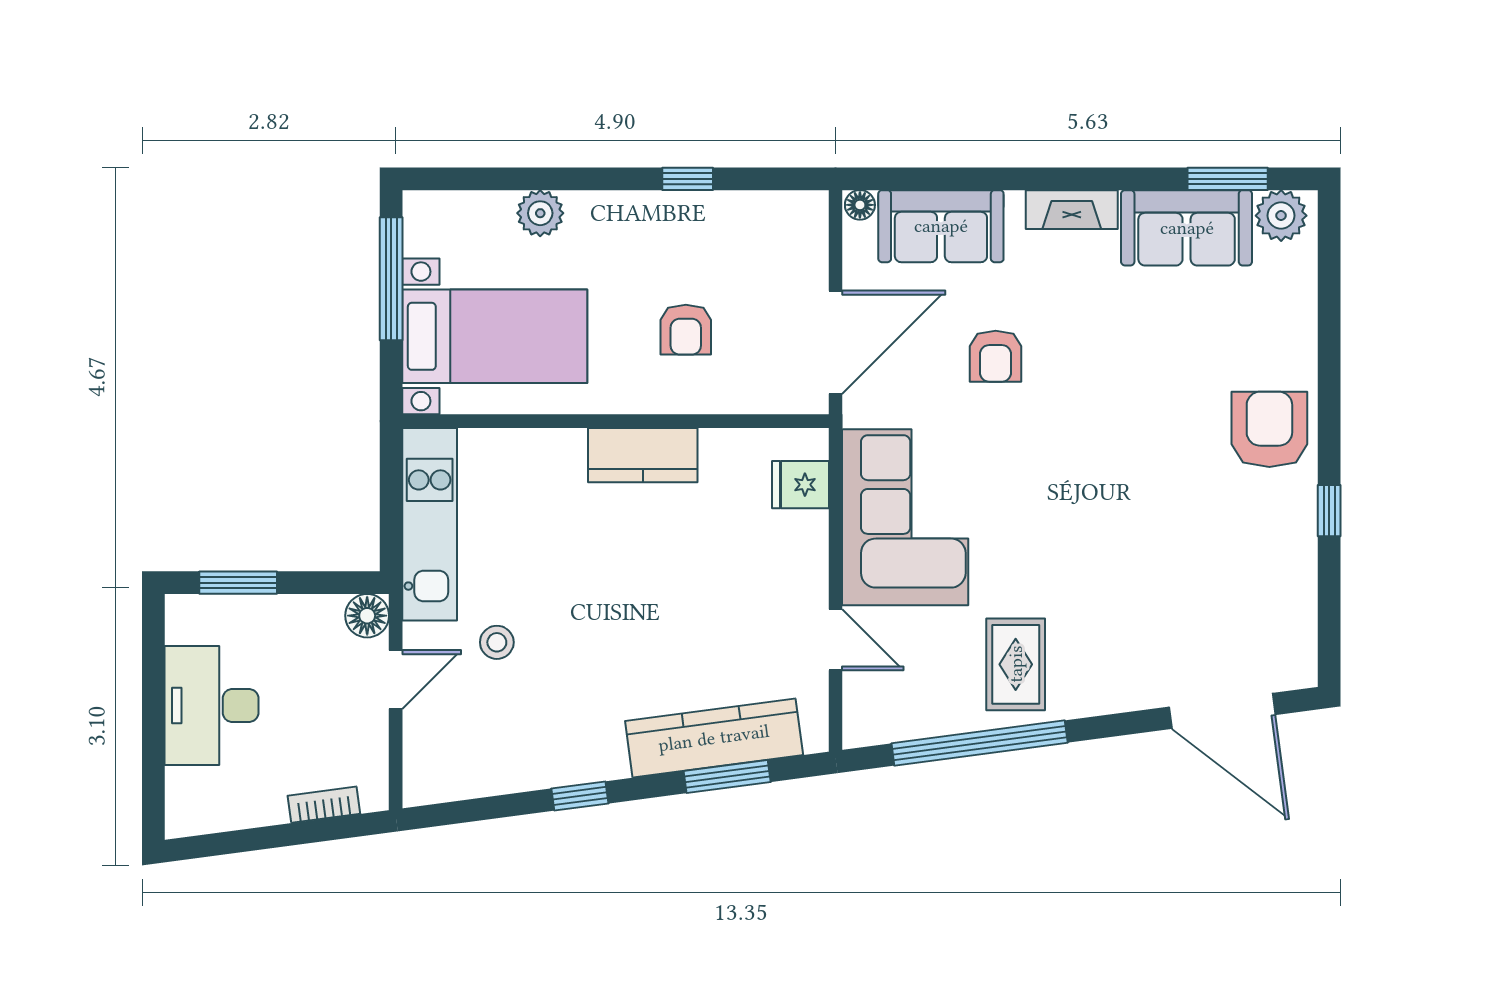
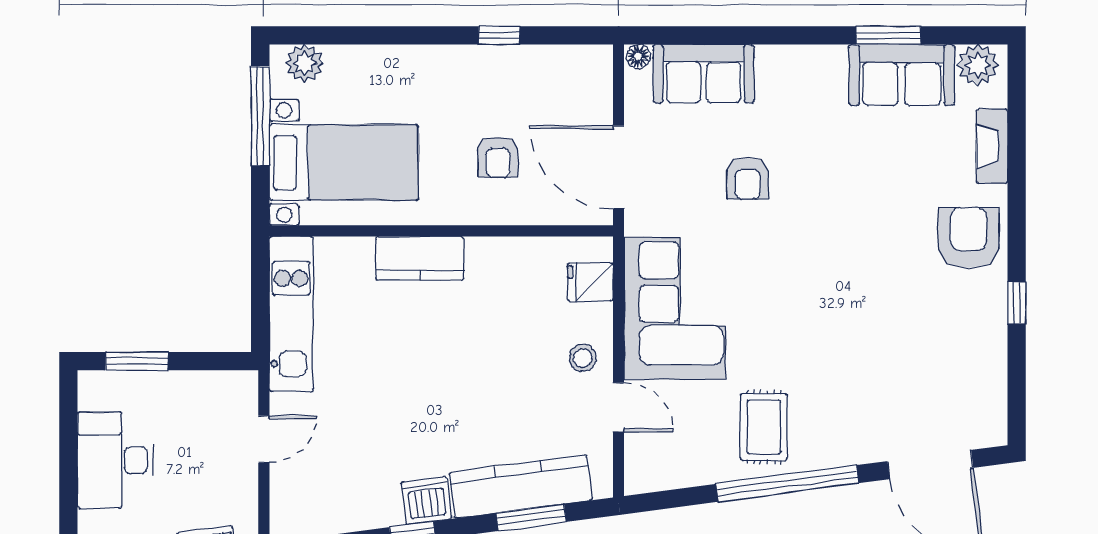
window: (1228, 179) -> (888, 35), moved
fireplace: (1072, 210) -> (992, 146), moved, turned 90
plant: (540, 213) -> (305, 63), moved
door: (836, 342) -> (619, 167), swing flipped
kitchen counter: (643, 455) -> (420, 258), moved
floor lamp: (367, 616) -> (241, 388), removed
stool: (497, 642) -> (583, 358), moved
window: (980, 743) -> (787, 483), moved
dishwasher: (597, 755) -> (426, 500), added

